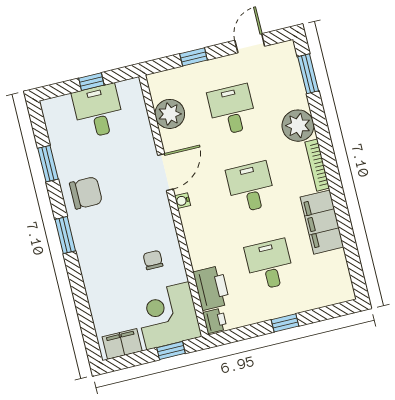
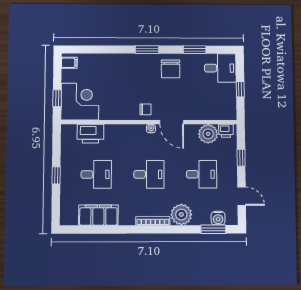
water cooler: (290, 70) -> (218, 218), added
desk: (98, 111) -> (220, 68), moved
filing cabinet: (322, 222) -> (98, 215), moved
chair: (153, 260) -> (145, 109), moved
printer: (215, 321) -> (226, 131), moved
filing cabinet: (122, 344) -> (69, 63), width x0.50

